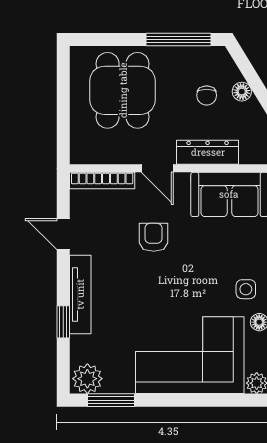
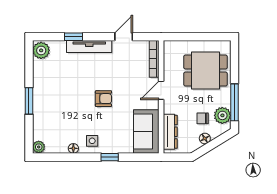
plant: (201, 61) -> (222, 115), added
dresser: (208, 152) -> (170, 132), moved
armchair: (154, 237) -> (103, 99), moved
corner sofa: (190, 355) -> (55, 109), removed
window: (111, 400) -> (29, 101), moved

